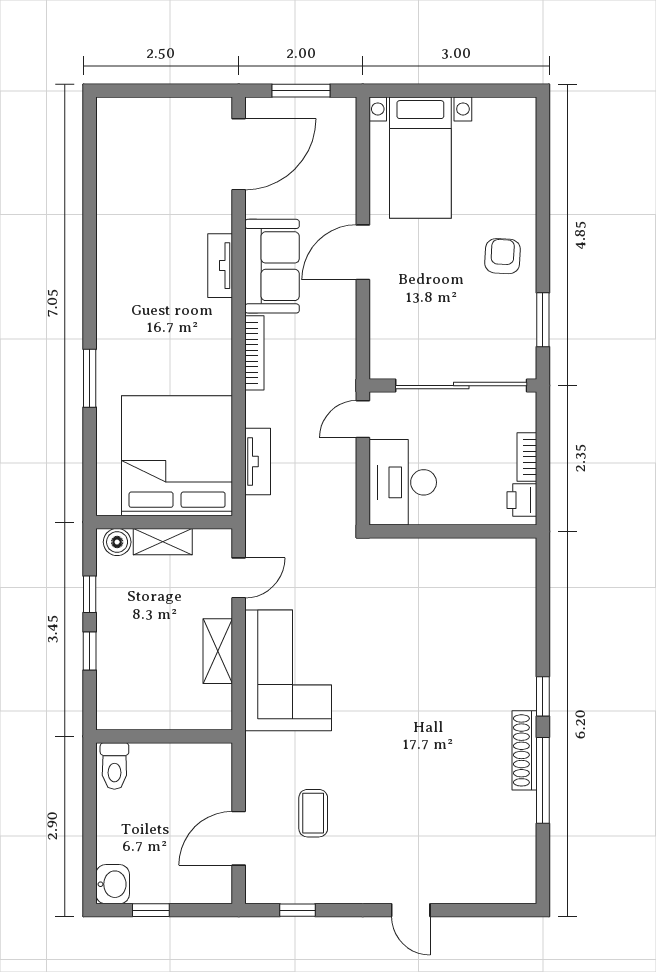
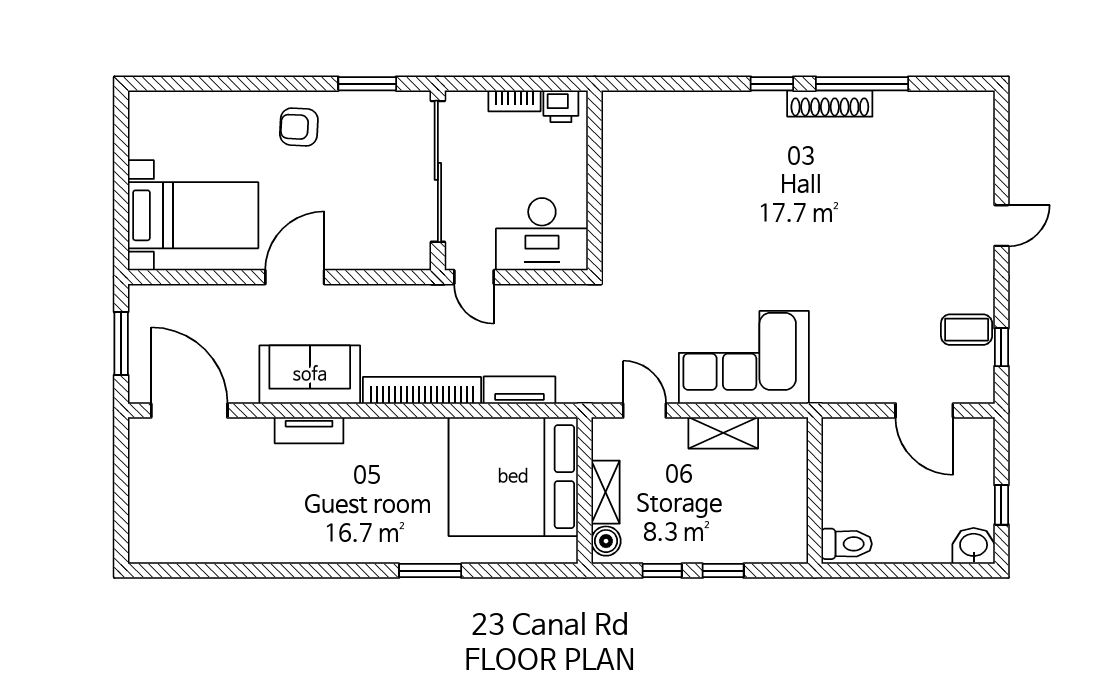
door: (363, 252) -> (295, 277), swing flipped
bookcase: (254, 353) -> (422, 390), width x1.48, depth x1.31
coffee table: (313, 813) -> (967, 330), moved

